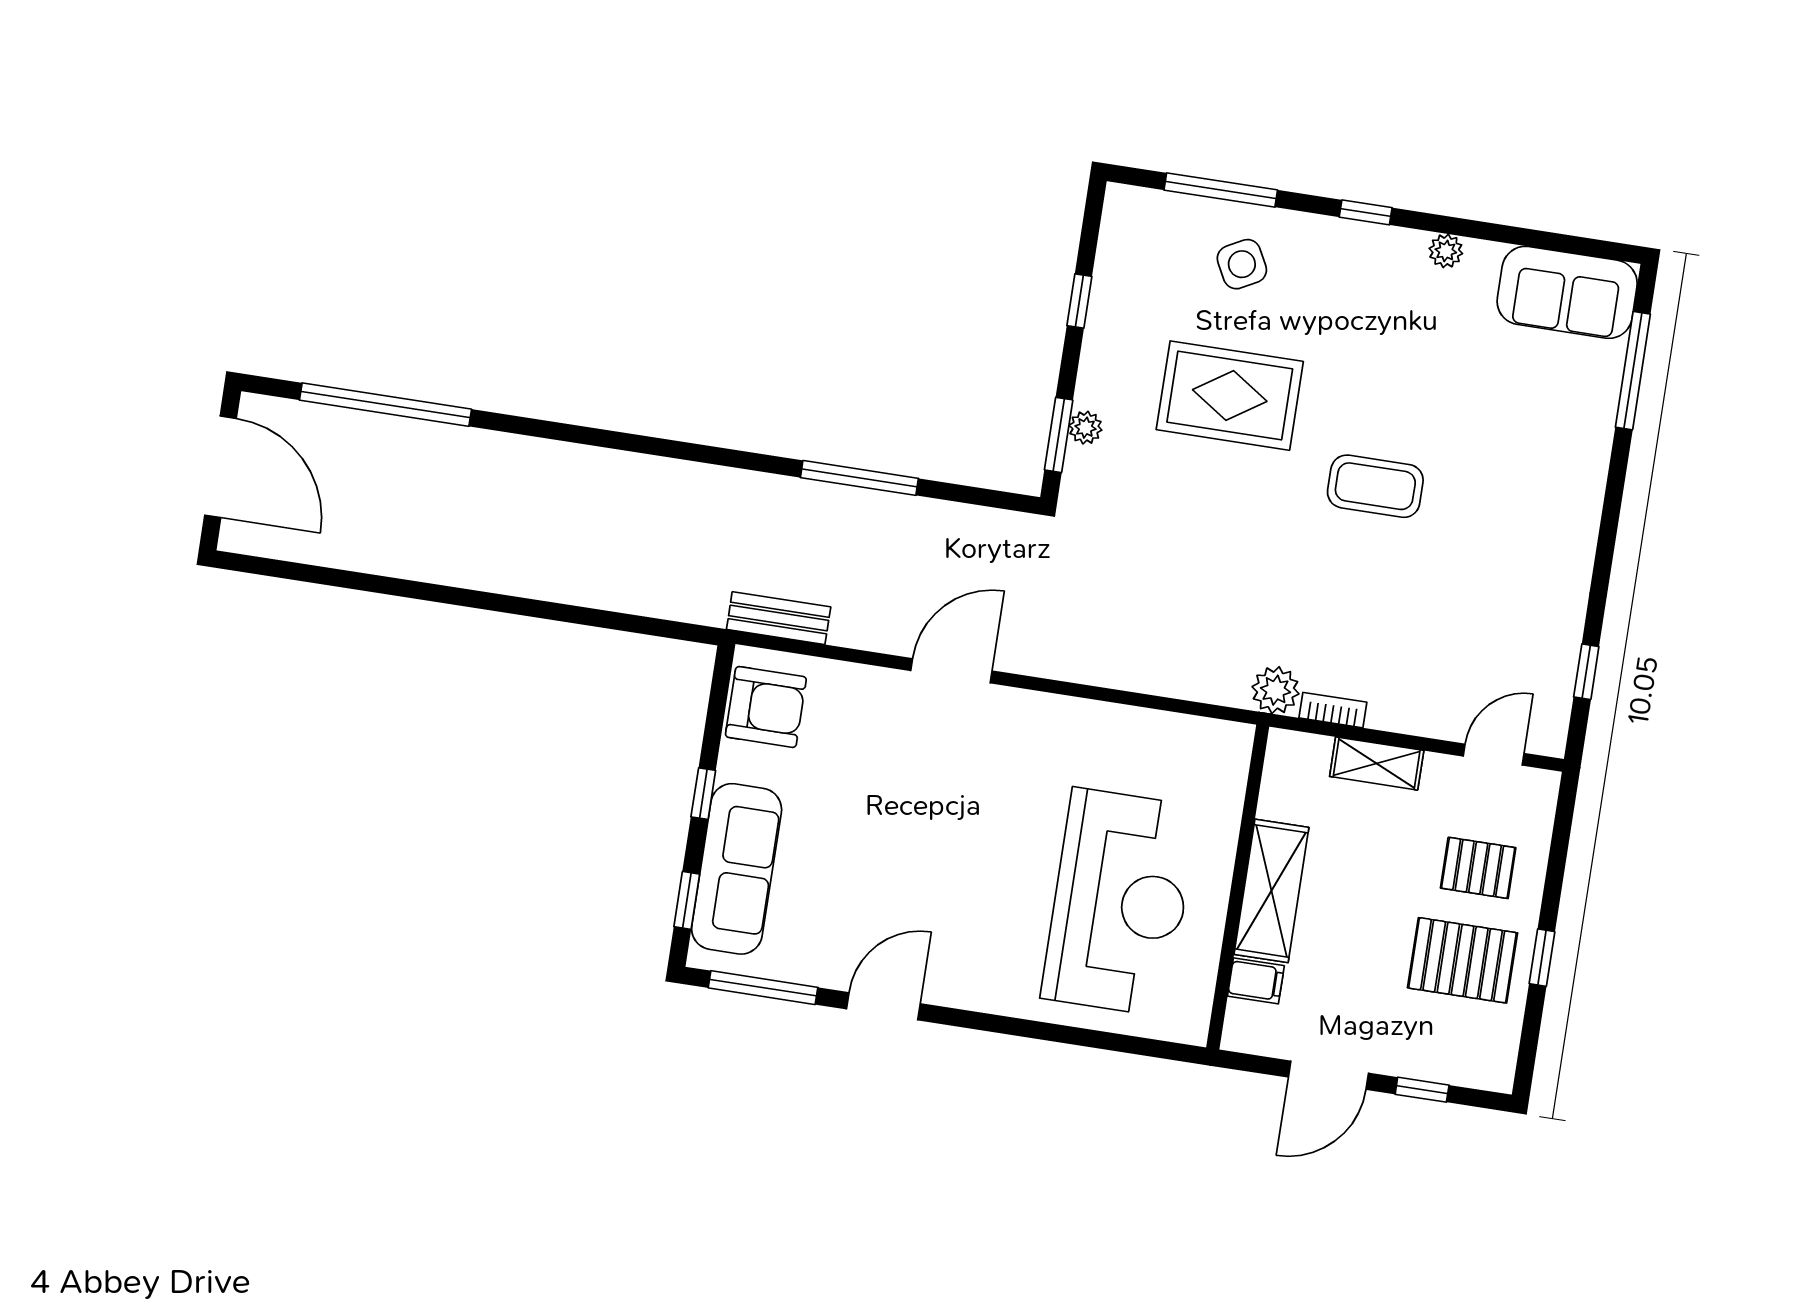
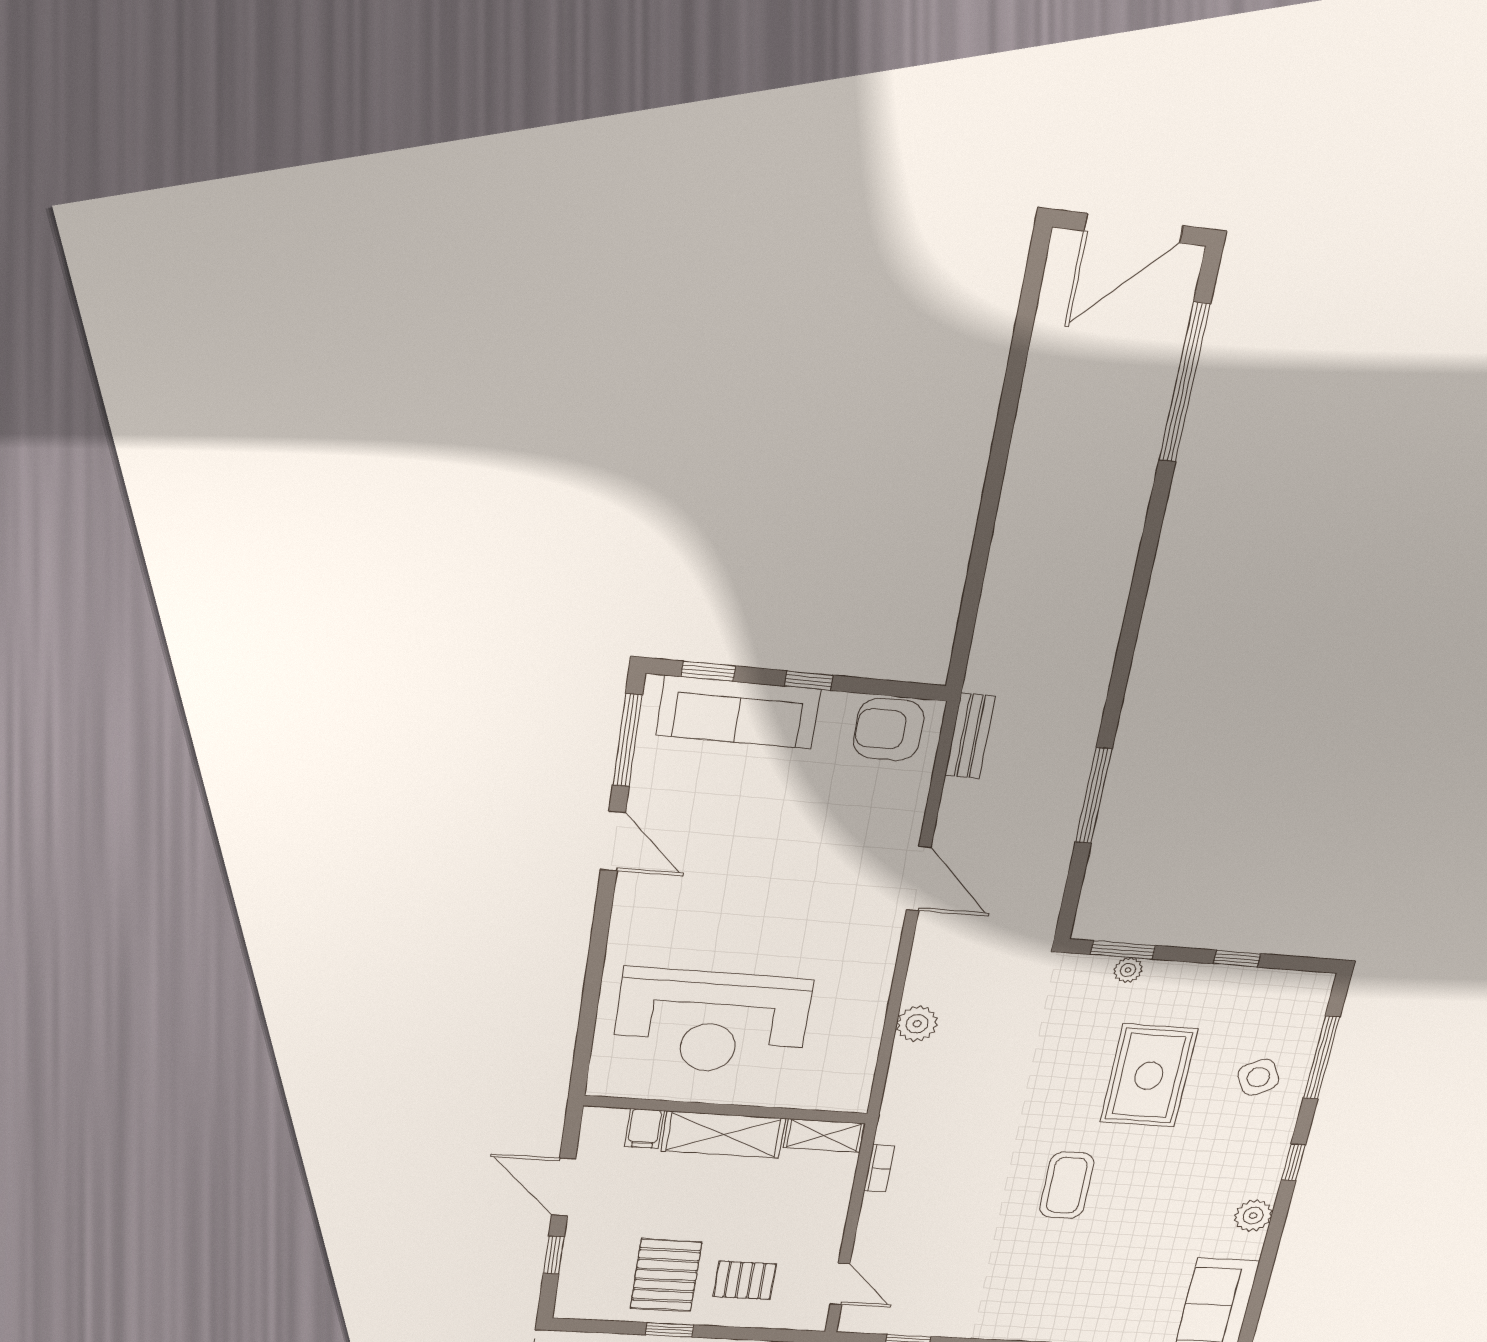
plant: (1446, 251) -> (1253, 1216), width x1.38, depth x1.38
plant: (1276, 690) -> (917, 1024), moved
armchair: (766, 707) -> (889, 729), turned 90
shelving: (1377, 763) -> (824, 1135), moved, turned 90
pallet: (1478, 868) -> (745, 1280), turned 90

